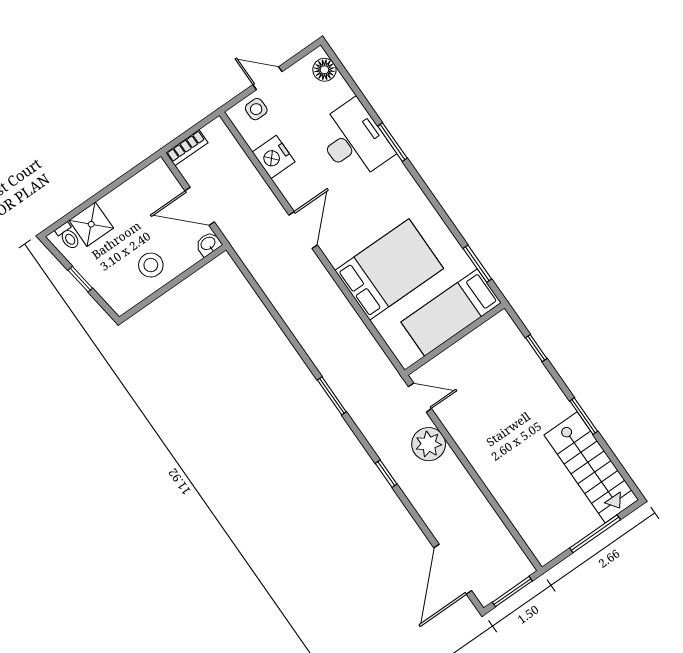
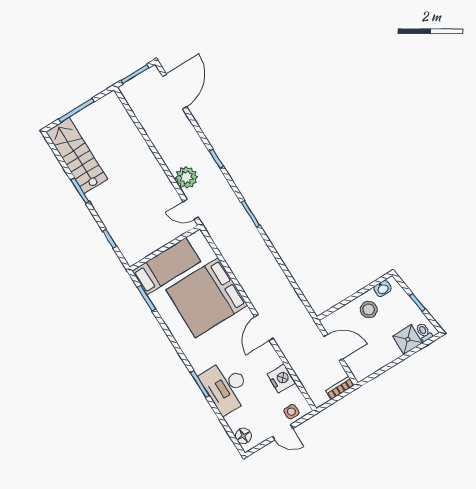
washbasin: (208, 244) -> (383, 288), moved
bed: (389, 269) -> (207, 298), width x1.36

